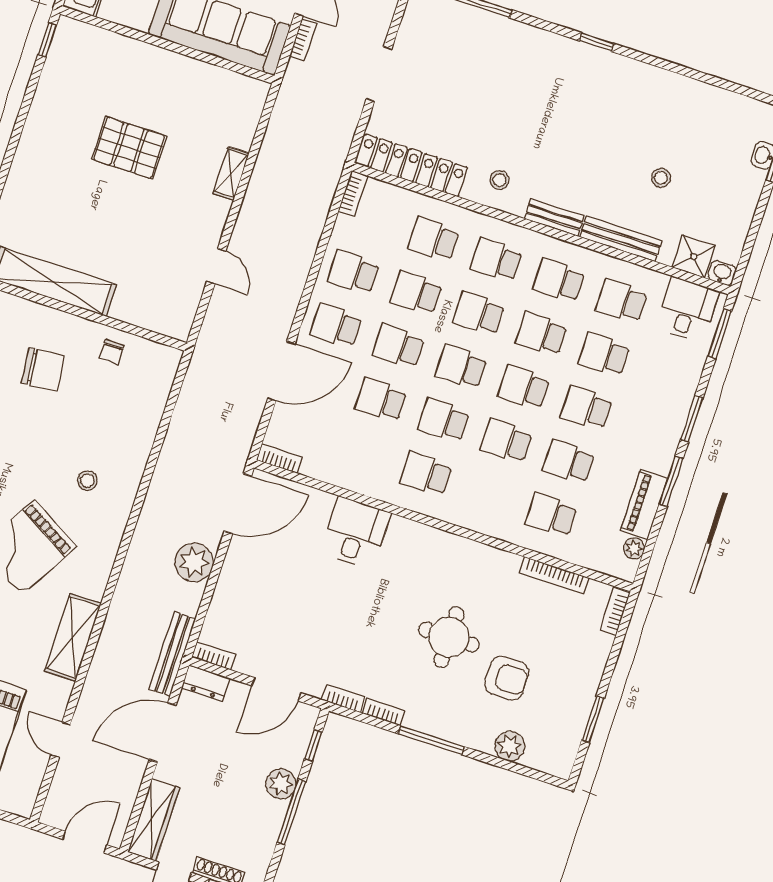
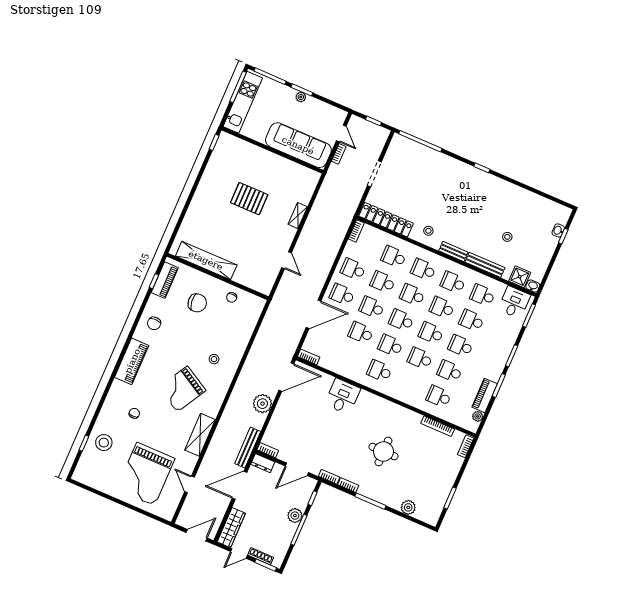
armchair: (507, 678) -> (410, 474), removed

